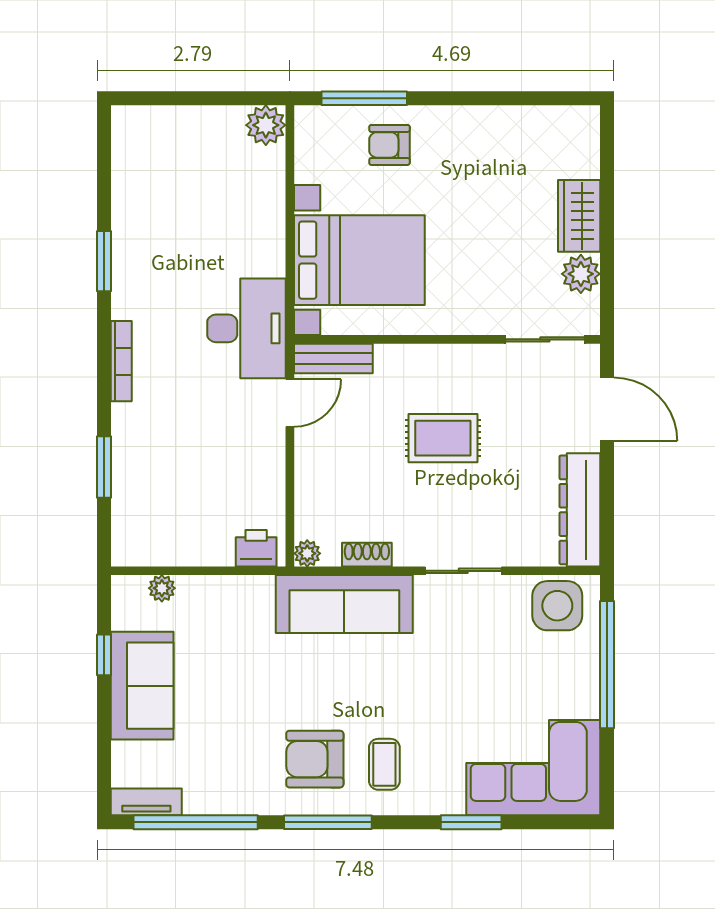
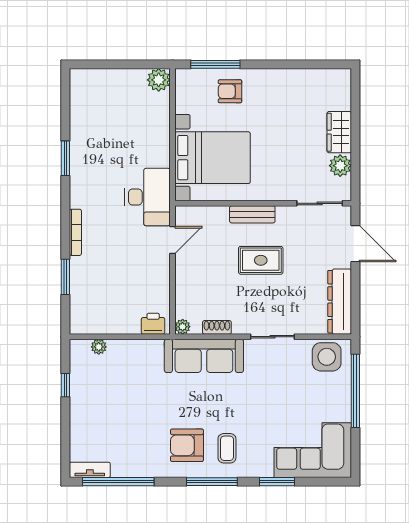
bench: (333, 358) -> (252, 214), moved
bookcase: (121, 361) -> (75, 232), moved
sofa: (142, 686) -> (87, 403), removed
window: (328, 822) -> (212, 482), moved

